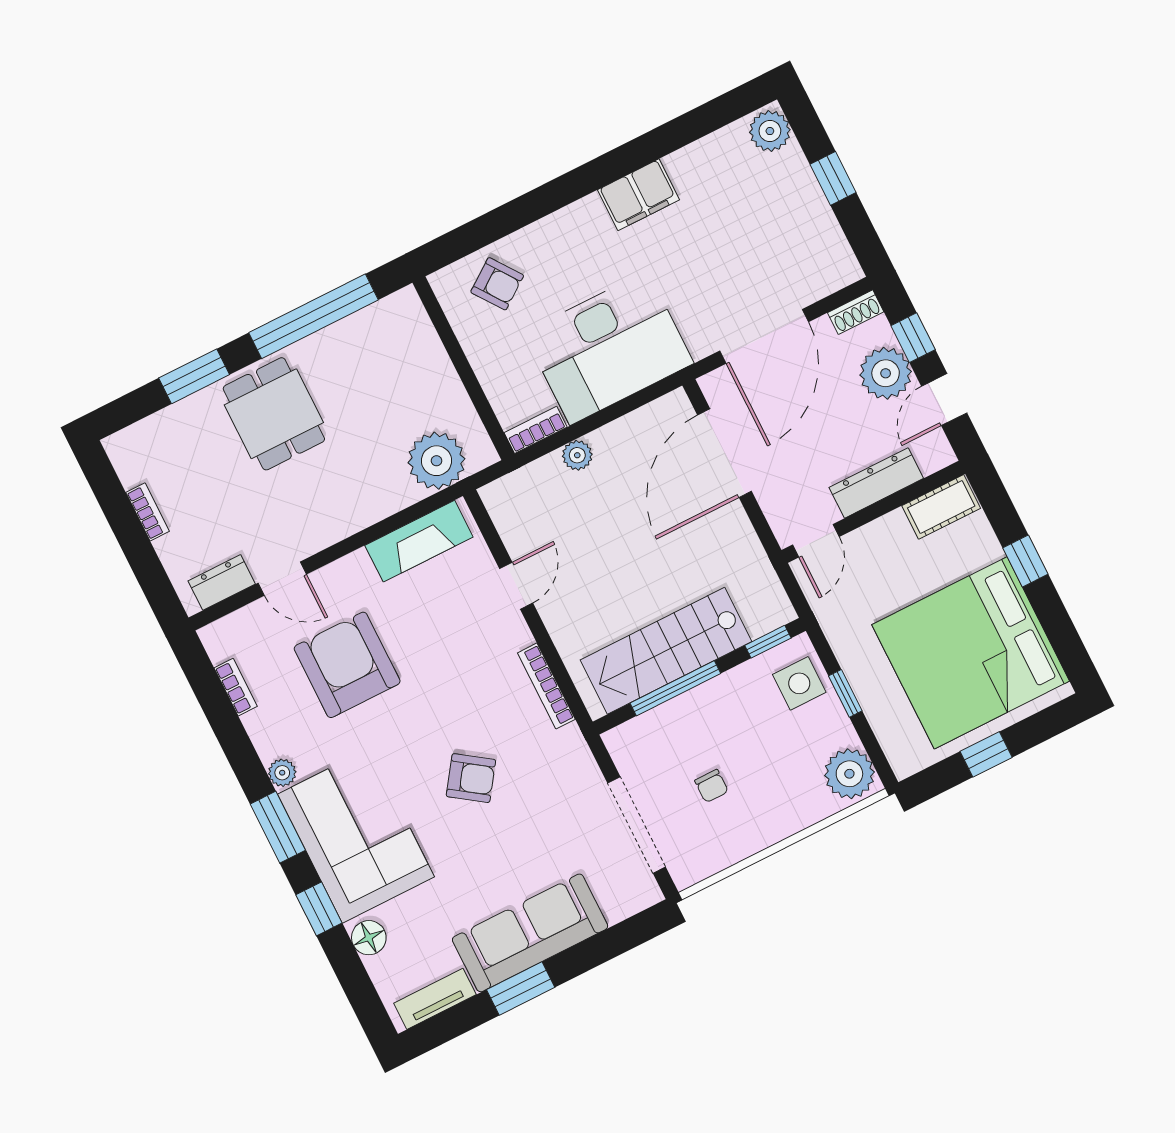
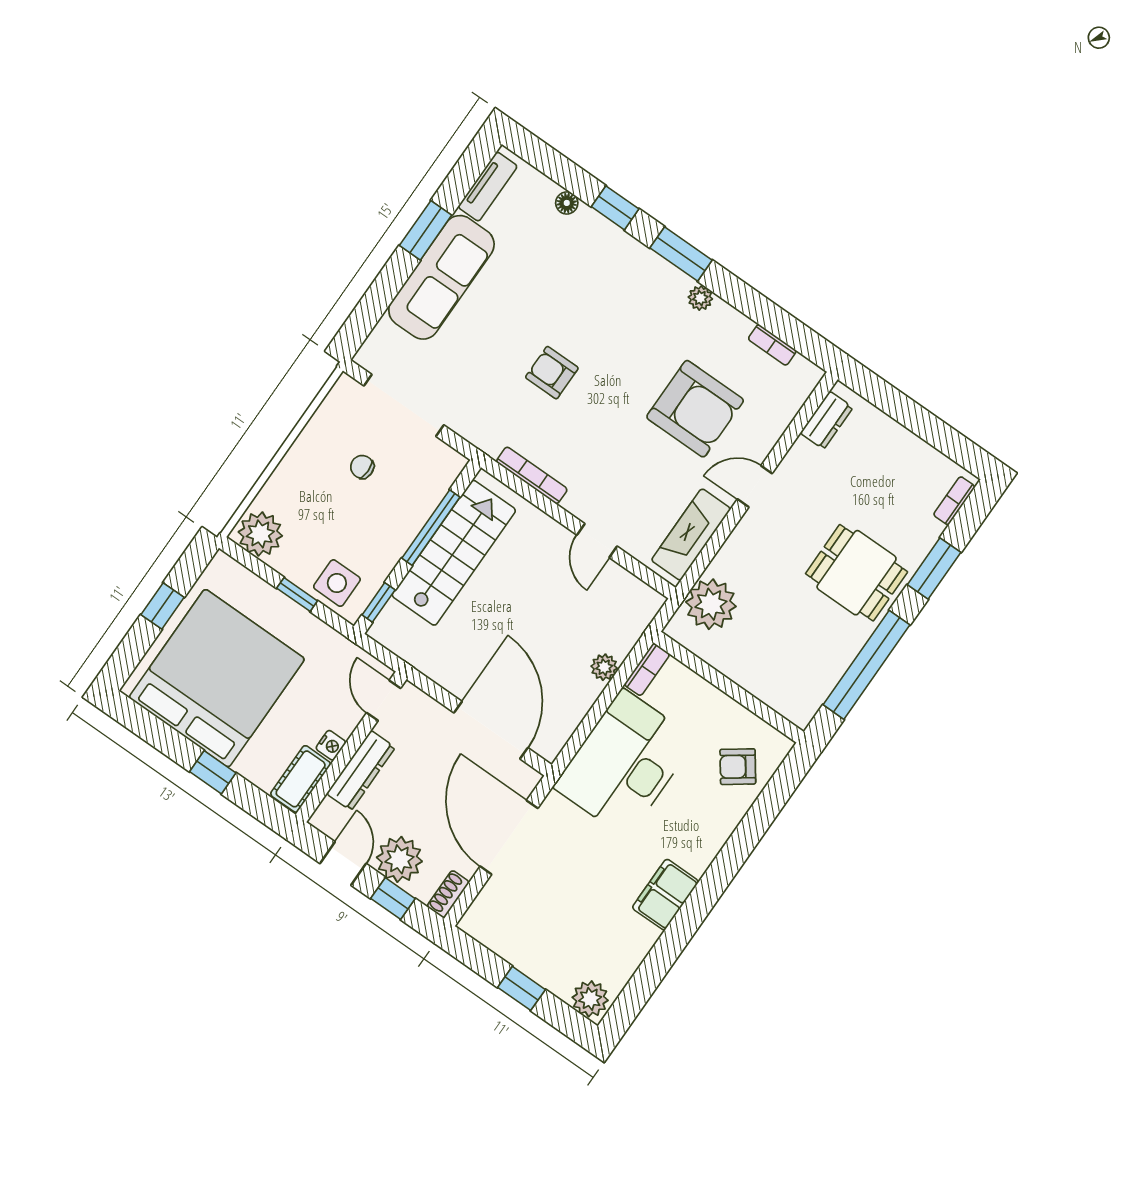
bookcase: (148, 512) -> (954, 501), moved, turned 90
nightstand: (893, 524) -> (331, 745), added
door: (282, 579) -> (755, 486), moved
armchair: (471, 778) -> (552, 373), turned 55
corner sofa: (356, 836) -> (617, 280), removed
floor lamp: (369, 938) -> (567, 203), width x0.73, depth x0.73

